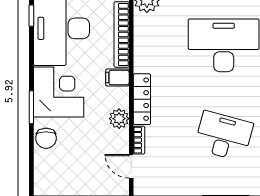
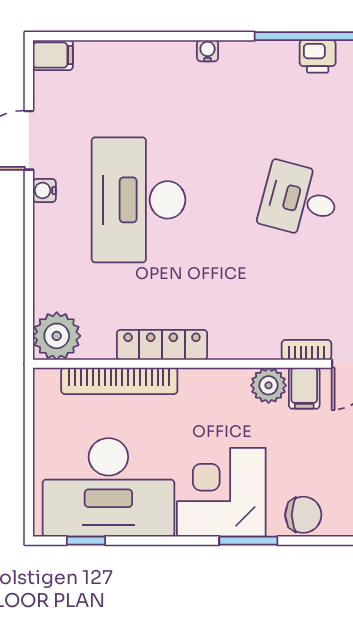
filing cabinet: (117, 77) -> (304, 388), moved
locker: (142, 99) -> (162, 345), moved
desk: (224, 136) -> (299, 200), width x0.73

